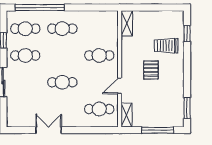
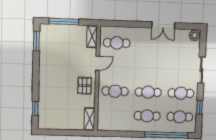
trolley: (166, 46) -> (54, 98), removed
pallet: (151, 70) -> (85, 86), moved
cafe table: (62, 82) -> (148, 92), moved
plant: (13, 121) -> (195, 35), added

